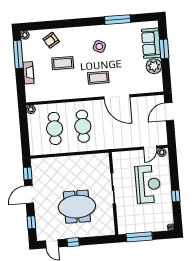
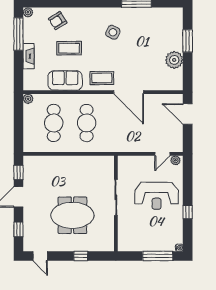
sofa: (151, 43) -> (65, 80), moved, turned 90
coffee table: (98, 78) -> (102, 78), moved
door: (169, 112) -> (188, 114), hinge flipped
reception desk: (148, 184) -> (157, 196), turned 90
window: (139, 237) -> (158, 256), moved
window: (73, 242) -> (81, 256), moved

